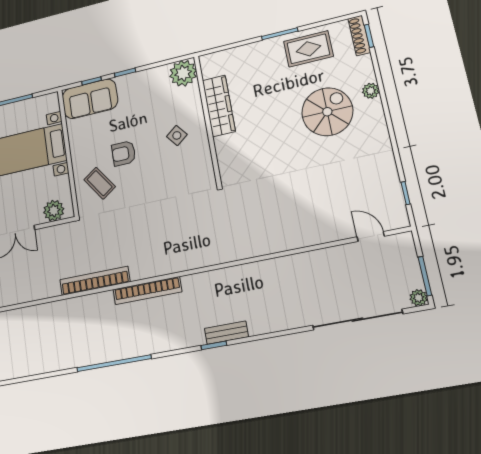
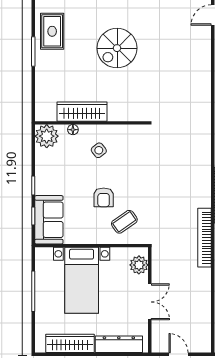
floor lamp: (196, 101) -> (73, 130), added
spiral stairs: (327, 112) -> (117, 48), moved, turned -90

